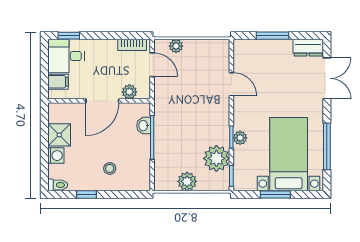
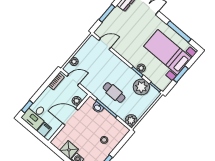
door: (231, 84) -> (105, 44), moved
door: (102, 101) -> (70, 117), swing flipped
cafe table: (180, 130) -> (114, 92), added
plant: (187, 181) -> (131, 120), moved

